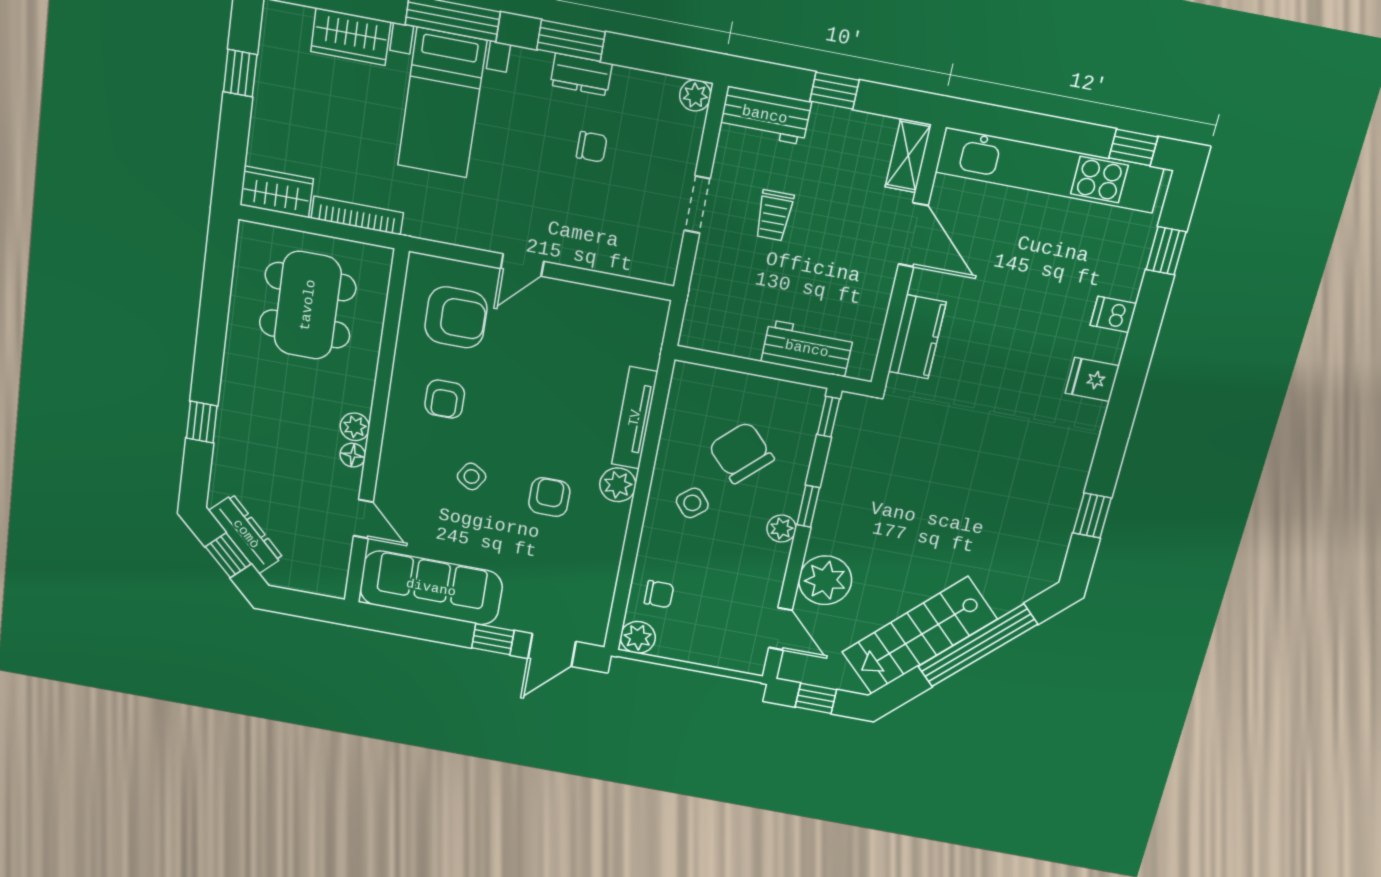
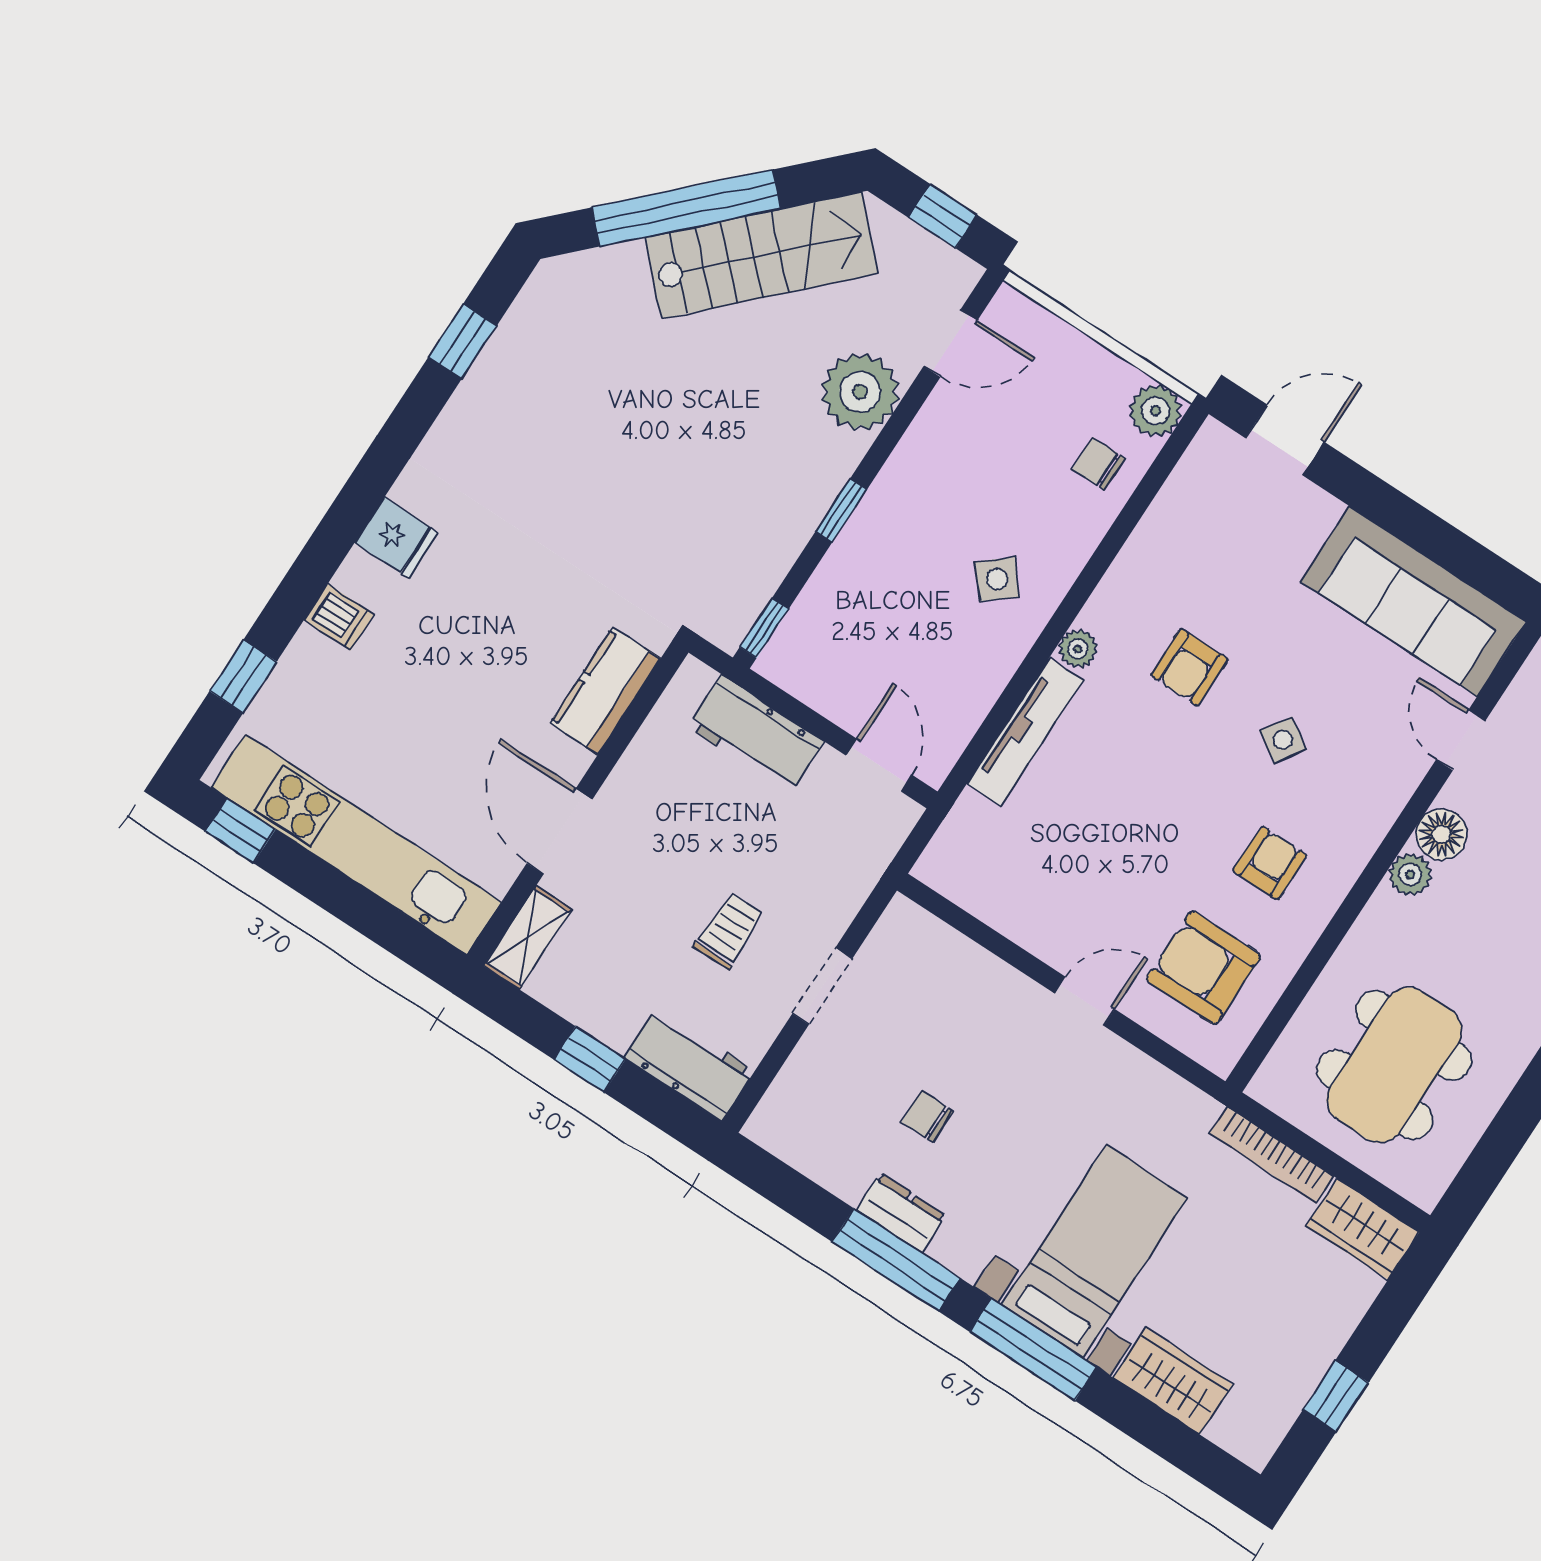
window: (571, 41) -> (896, 1260), width x1.44
plant: (695, 95) -> (768, 1127), removed
door: (719, 361) -> (879, 765), added
chair: (741, 453) -> (901, 624), removed
floor lamp: (353, 455) -> (1441, 834), width x1.37, depth x1.37
plant: (618, 485) -> (1078, 649), width x0.73, depth x0.73
plant: (781, 529) -> (890, 493), removed
door: (781, 629) -> (951, 343), swing flipped
window: (493, 639) -> (1361, 490), removed

